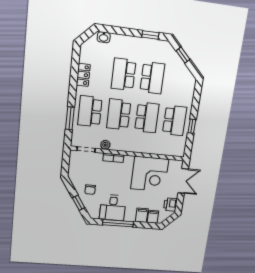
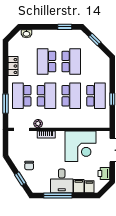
school desk: (119, 114) -> (46, 96), turned 180
desk: (113, 208) -> (62, 181), moved

